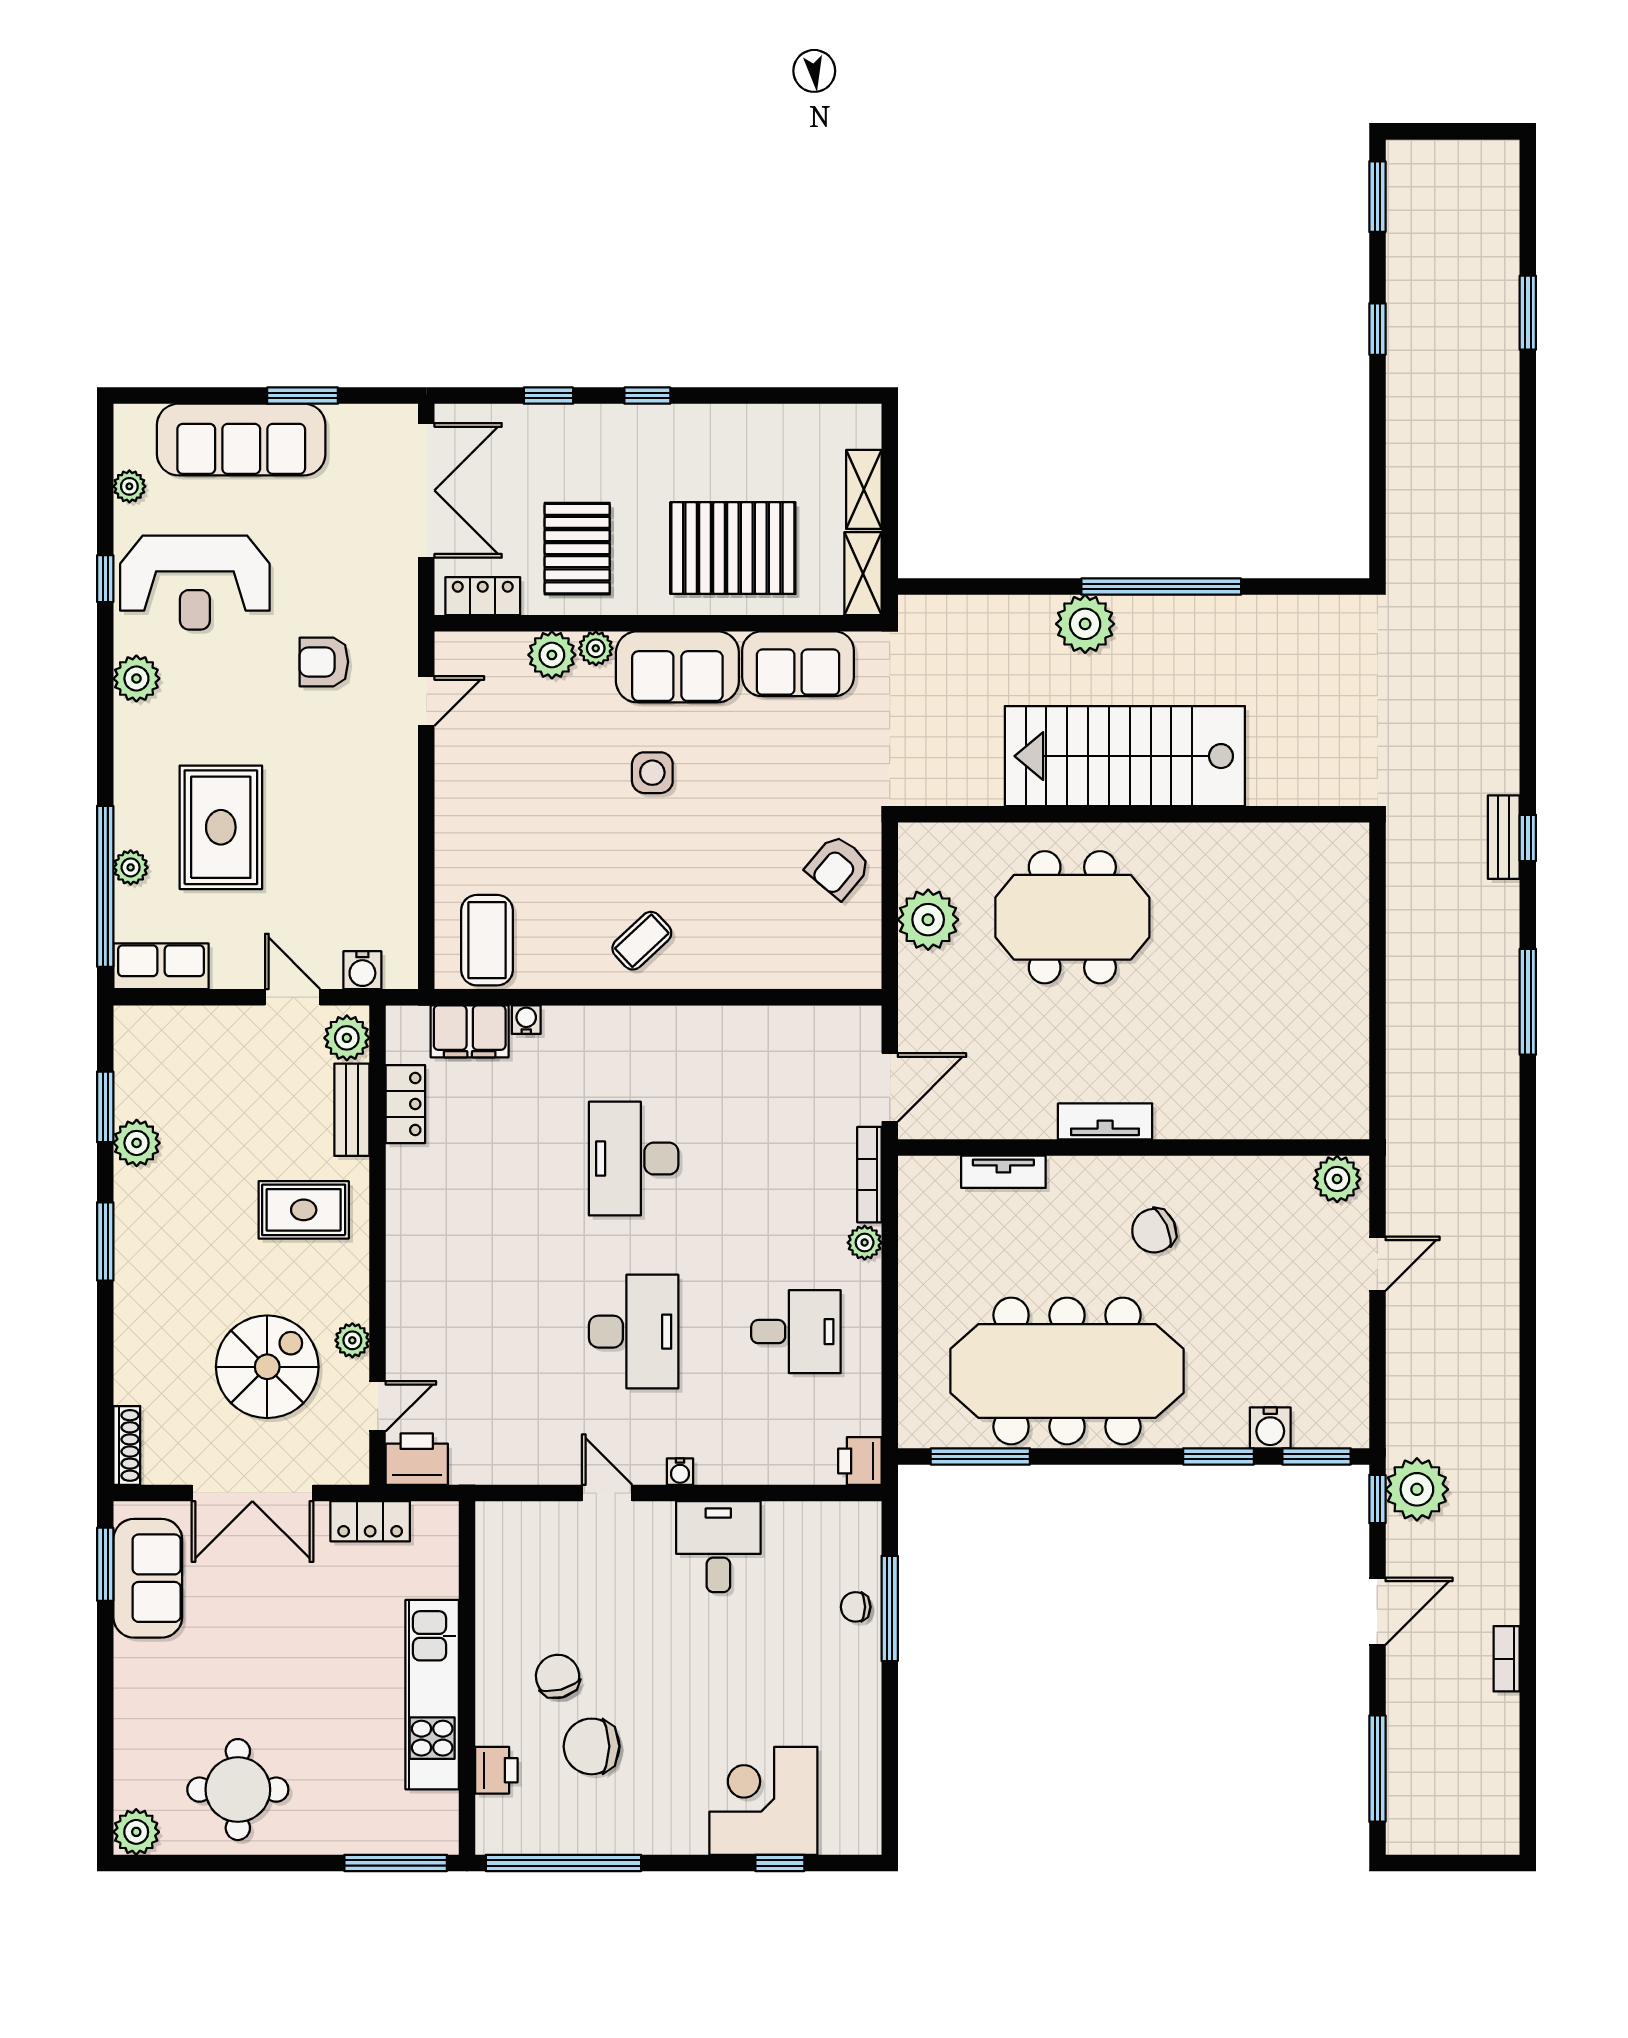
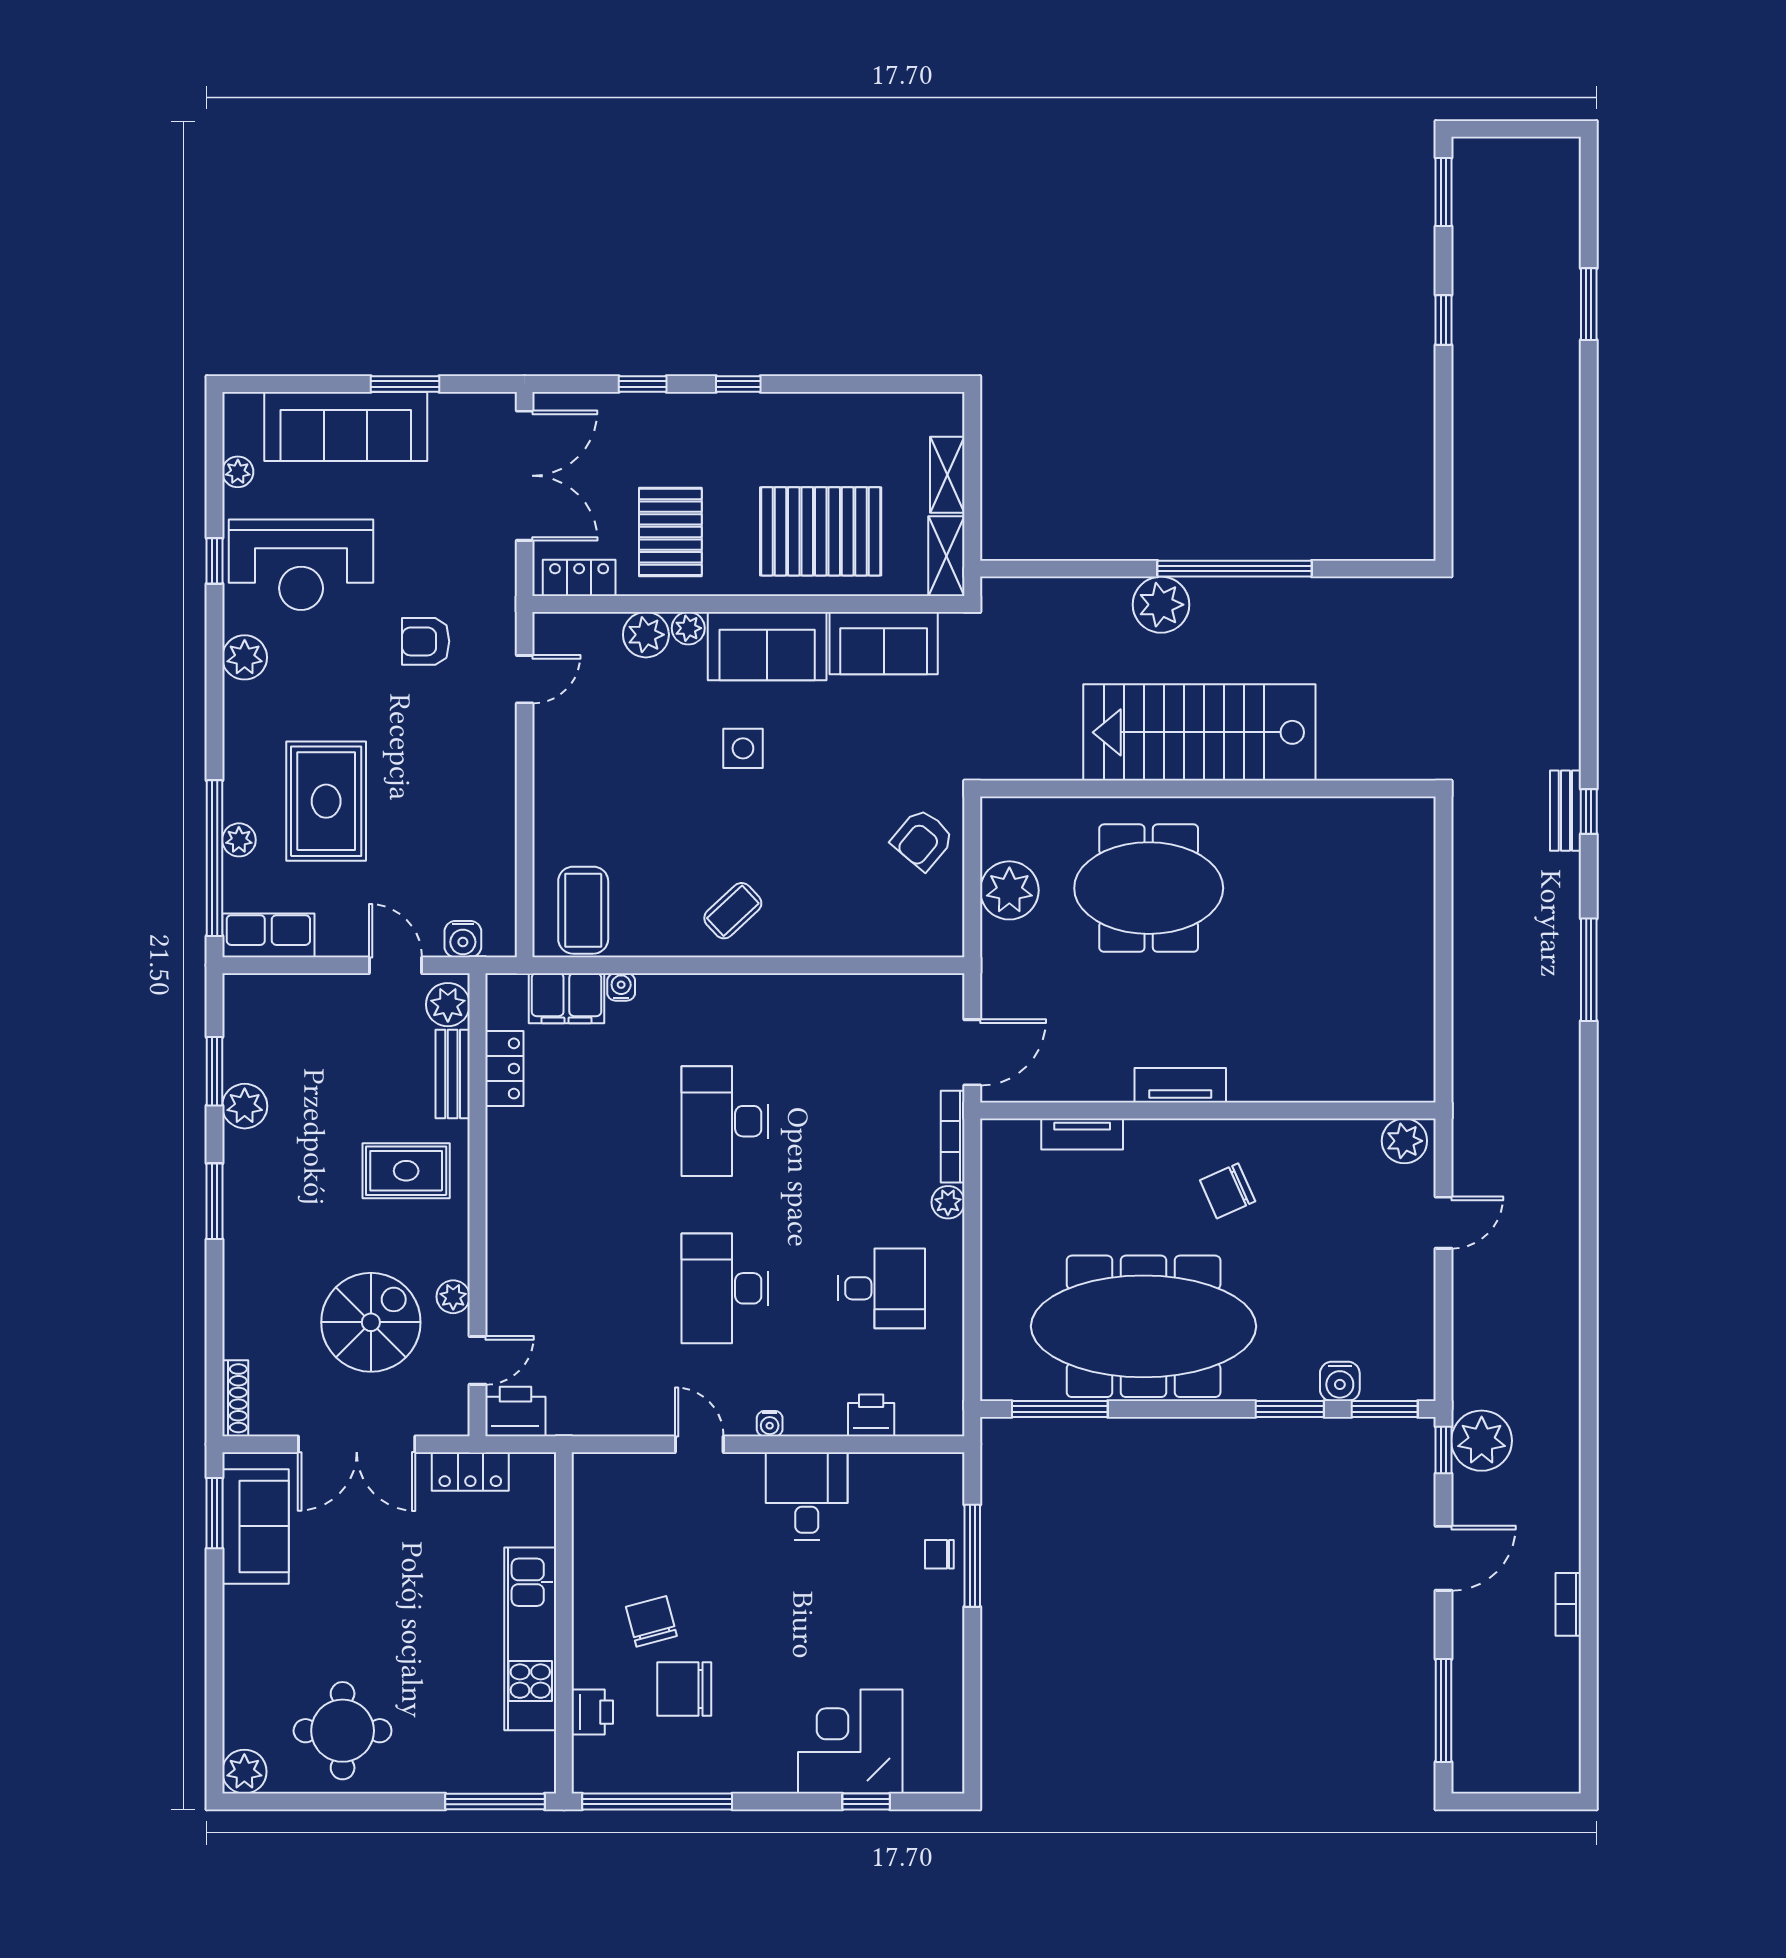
desk: (634, 1332) -> (725, 1288), turned 180
printer: (860, 1461) -> (871, 1415), moved, turned 90

